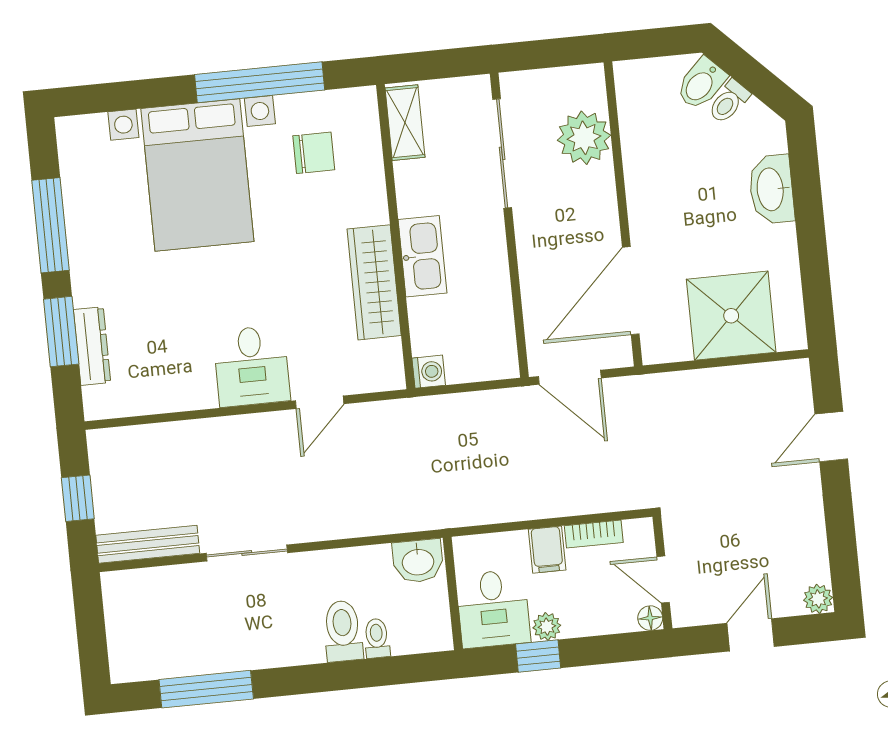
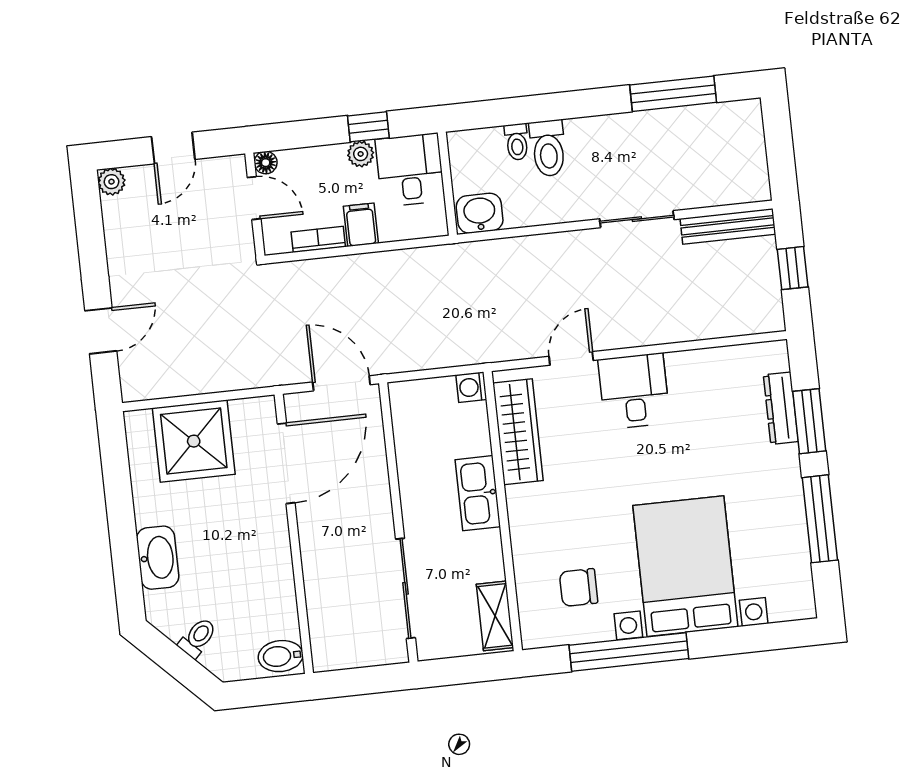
bidet: (701, 84) -> (281, 656), moved, turned -135
plant: (584, 138) -> (330, 604), removed
wardrobe: (374, 282) -> (518, 432), moved

